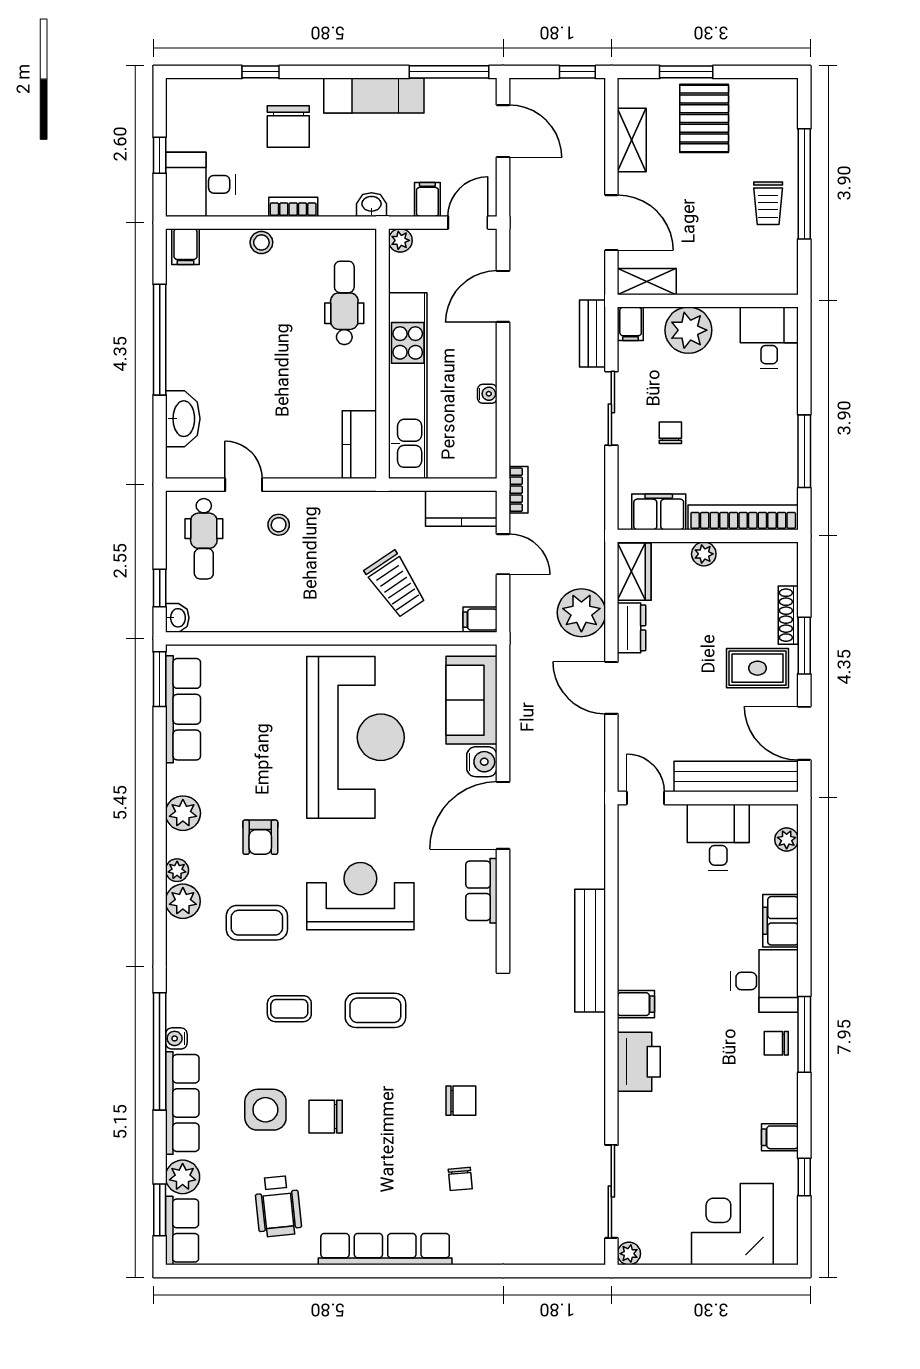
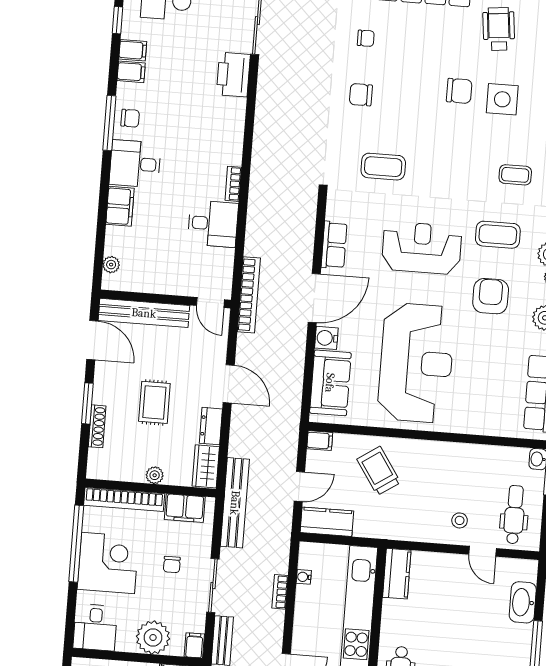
water cooler: (487, 394) -> (304, 577), moved
corner desk: (759, 428) -> (108, 563), added
window: (804, 451) -> (76, 544), width x1.46
bookcase: (518, 490) -> (280, 592), moved
door: (503, 554) -> (299, 486), swing flipped
plant: (581, 613) -> (246, 440), removed
rug: (757, 668) -> (154, 402), moved, turned 90
reception desk: (355, 737) -> (416, 363), turned 180
bookcase: (594, 813) -> (249, 295), added
armchair: (260, 837) -> (491, 296), width x1.38, depth x1.38
desk: (718, 837) -> (213, 224), moved, turned -90
reception desk: (360, 896) -> (422, 248), turned 180
bench: (590, 951) -> (235, 503), moved
bookcase: (627, 964) -> (233, 184), added
filing cabinet: (636, 1004) -> (131, 72), moved, turned 180
coffee table: (289, 1009) -> (515, 175), moved
coffee table: (375, 1010) -> (383, 167), moved
printer: (639, 1062) -> (233, 75), moved
chair: (460, 1179) -> (366, 38), turned 95

